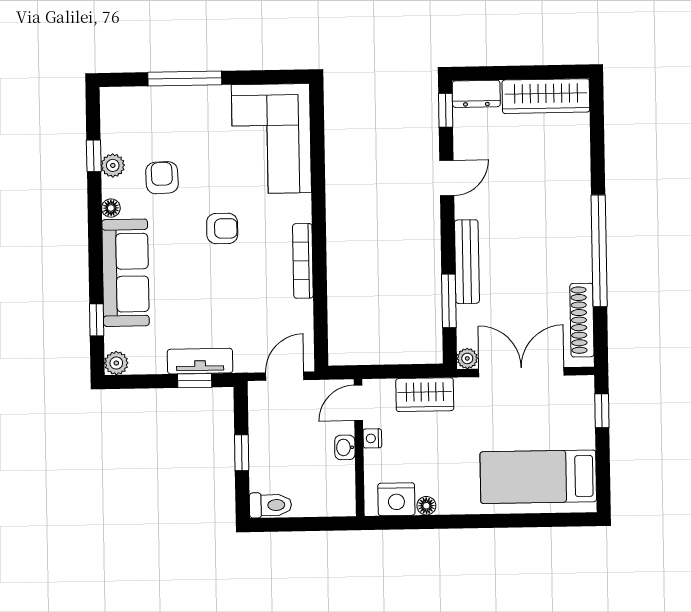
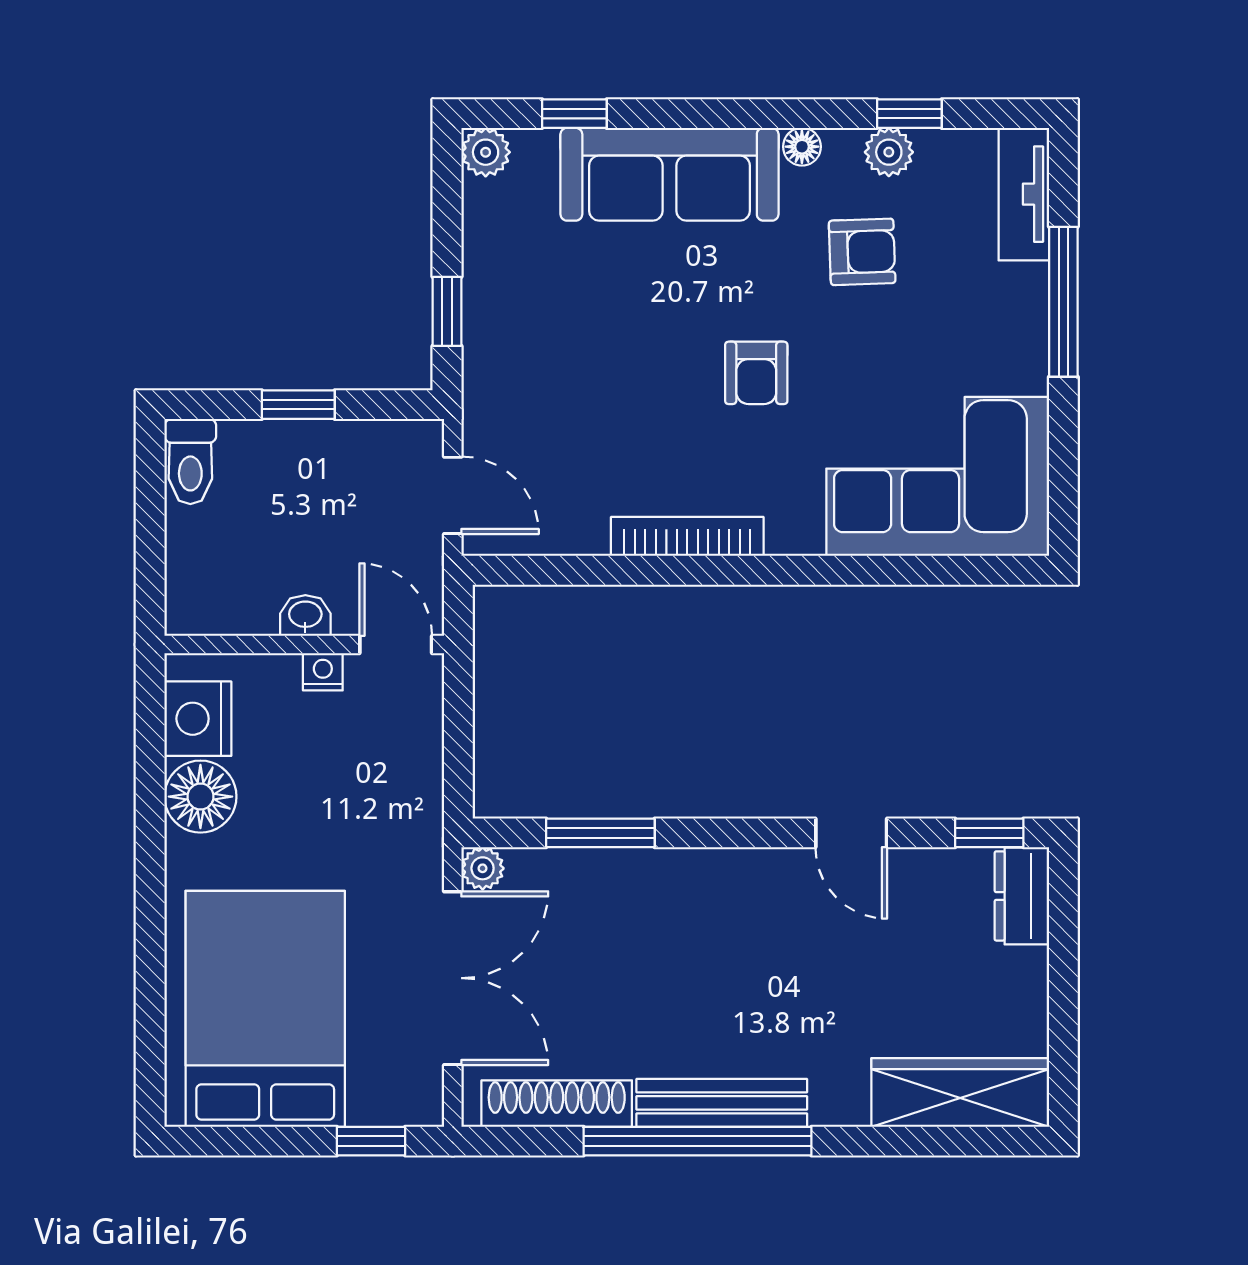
wardrobe: (546, 96) -> (960, 1092), moved, turned 90
bench: (467, 262) -> (722, 1103), moved
tv unit: (200, 361) -> (1024, 194), moved, turned 180
wardrobe: (425, 395) -> (410, 780), removed
bed: (538, 477) -> (265, 1009), width x1.50
floor lamp: (426, 506) -> (200, 797), width x1.89, depth x1.89

